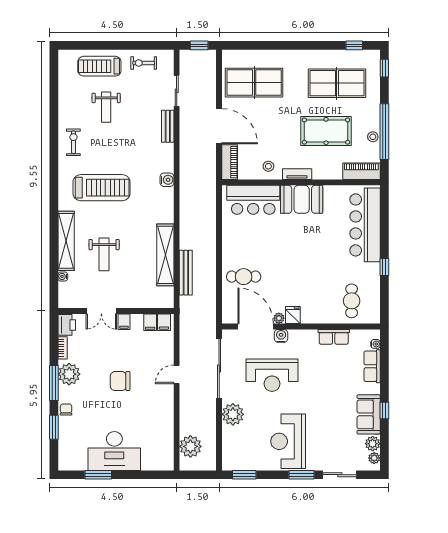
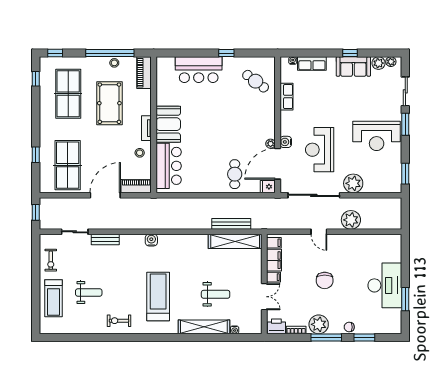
window: (266, 45) -> (36, 155), added
bar counter: (365, 225) -> (199, 70), width x0.73
shelving: (165, 255) -> (235, 241), moved
cafe table: (352, 301) -> (256, 81), turned 37
fridge: (293, 315) -> (268, 187), moved
filing cabinet: (150, 322) -> (274, 260), width x2.00
reception desk: (272, 375) -> (320, 150), turned 180
plant: (190, 446) -> (351, 220), moved

